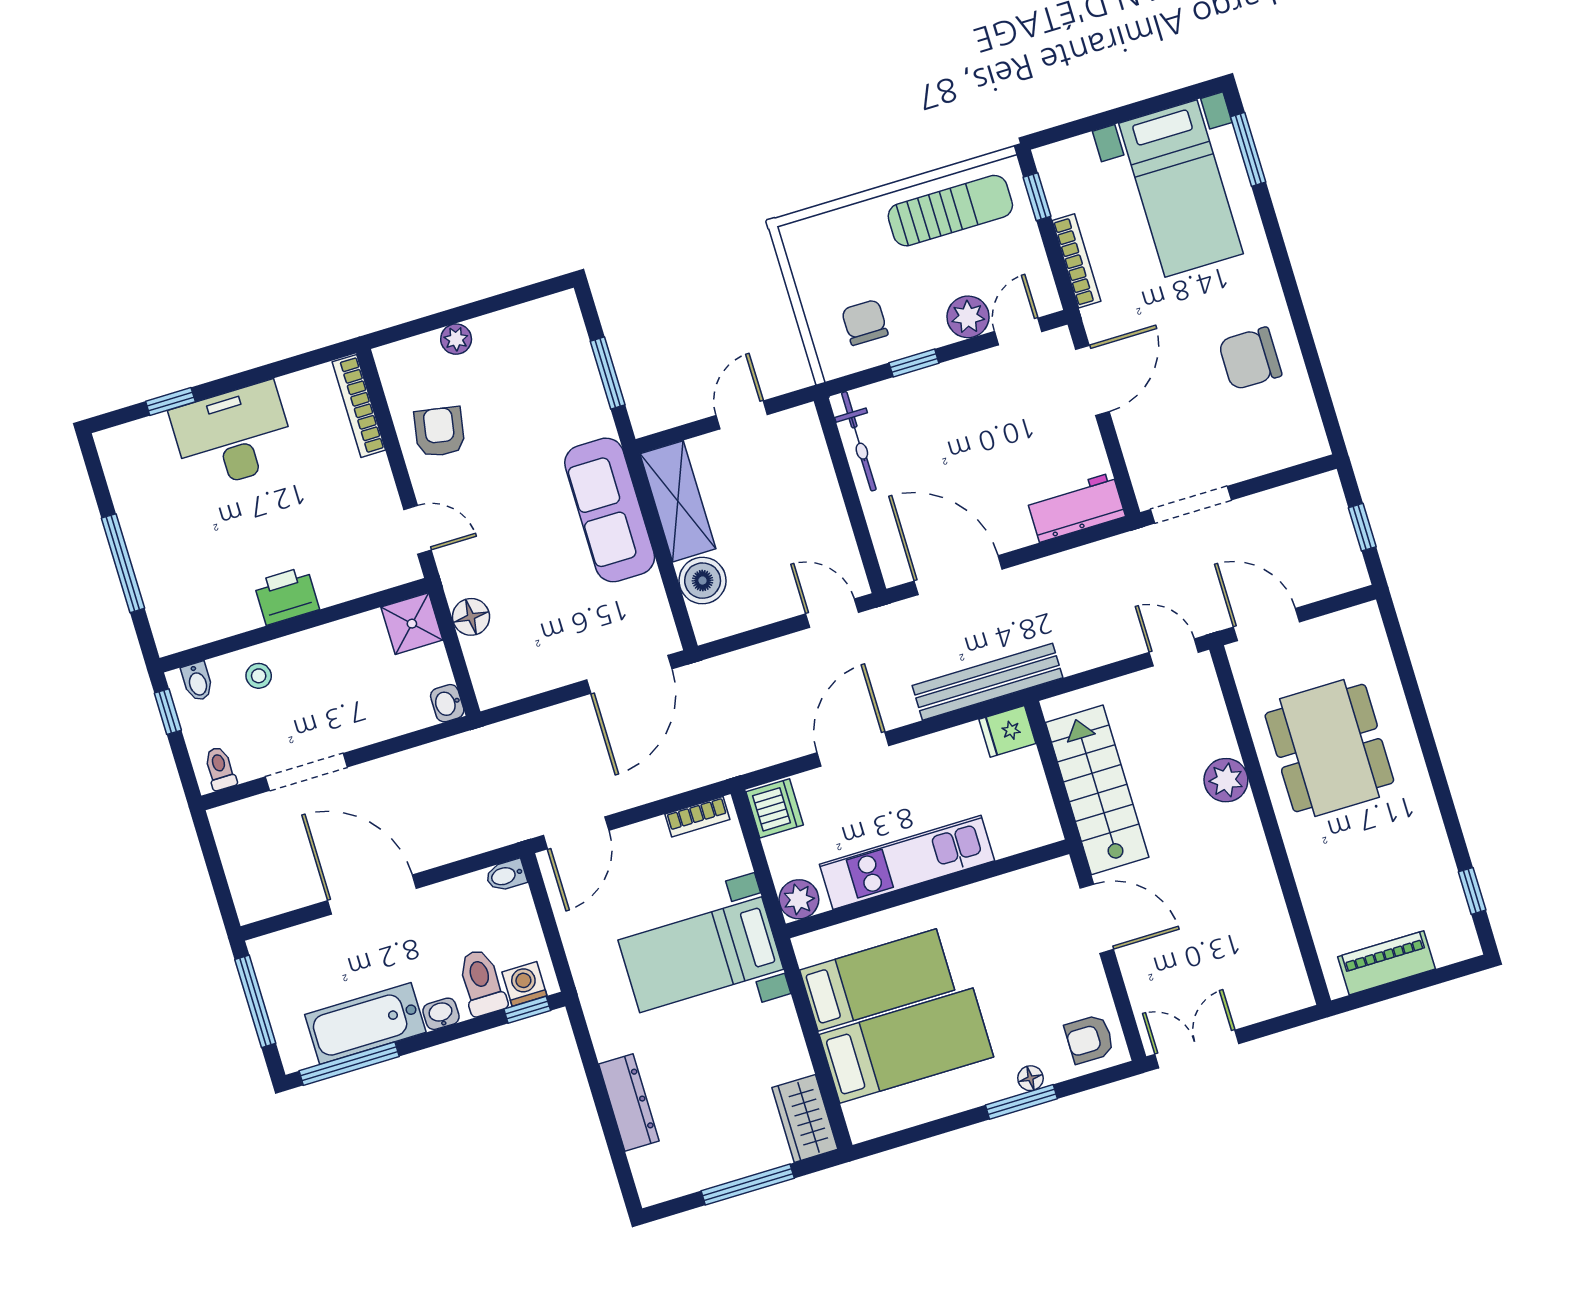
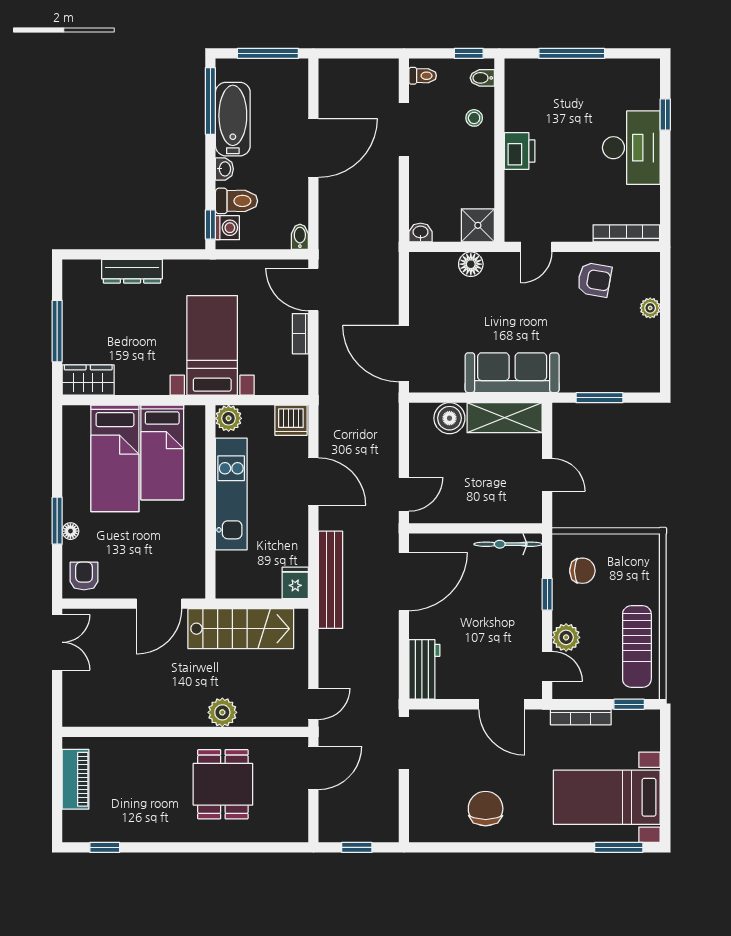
dining table: (1329, 748) -> (223, 784), width x0.73
bookcase: (697, 817) -> (300, 334), moved

